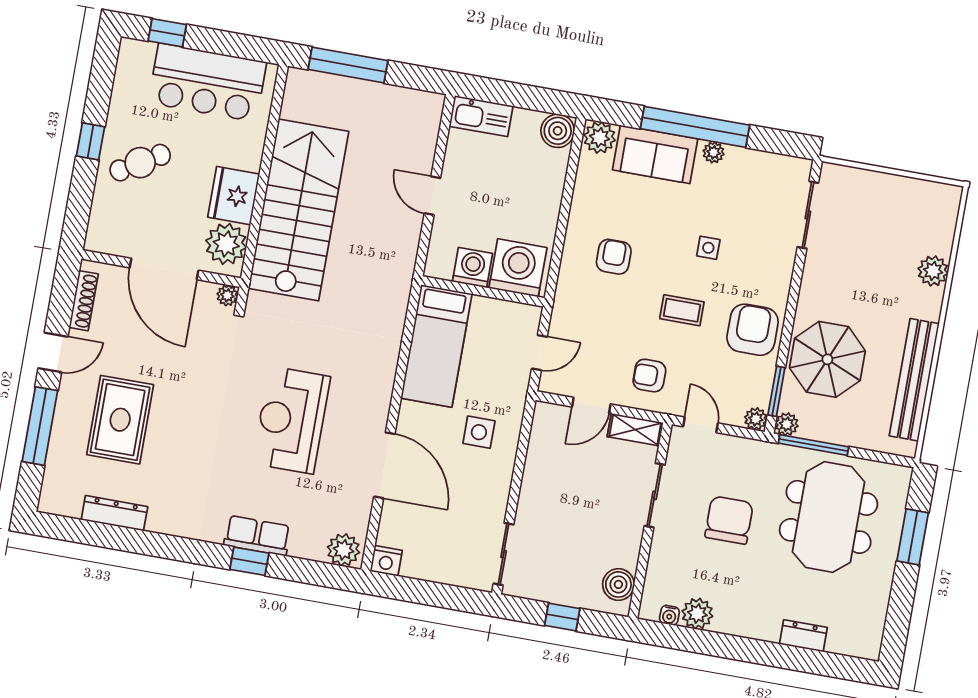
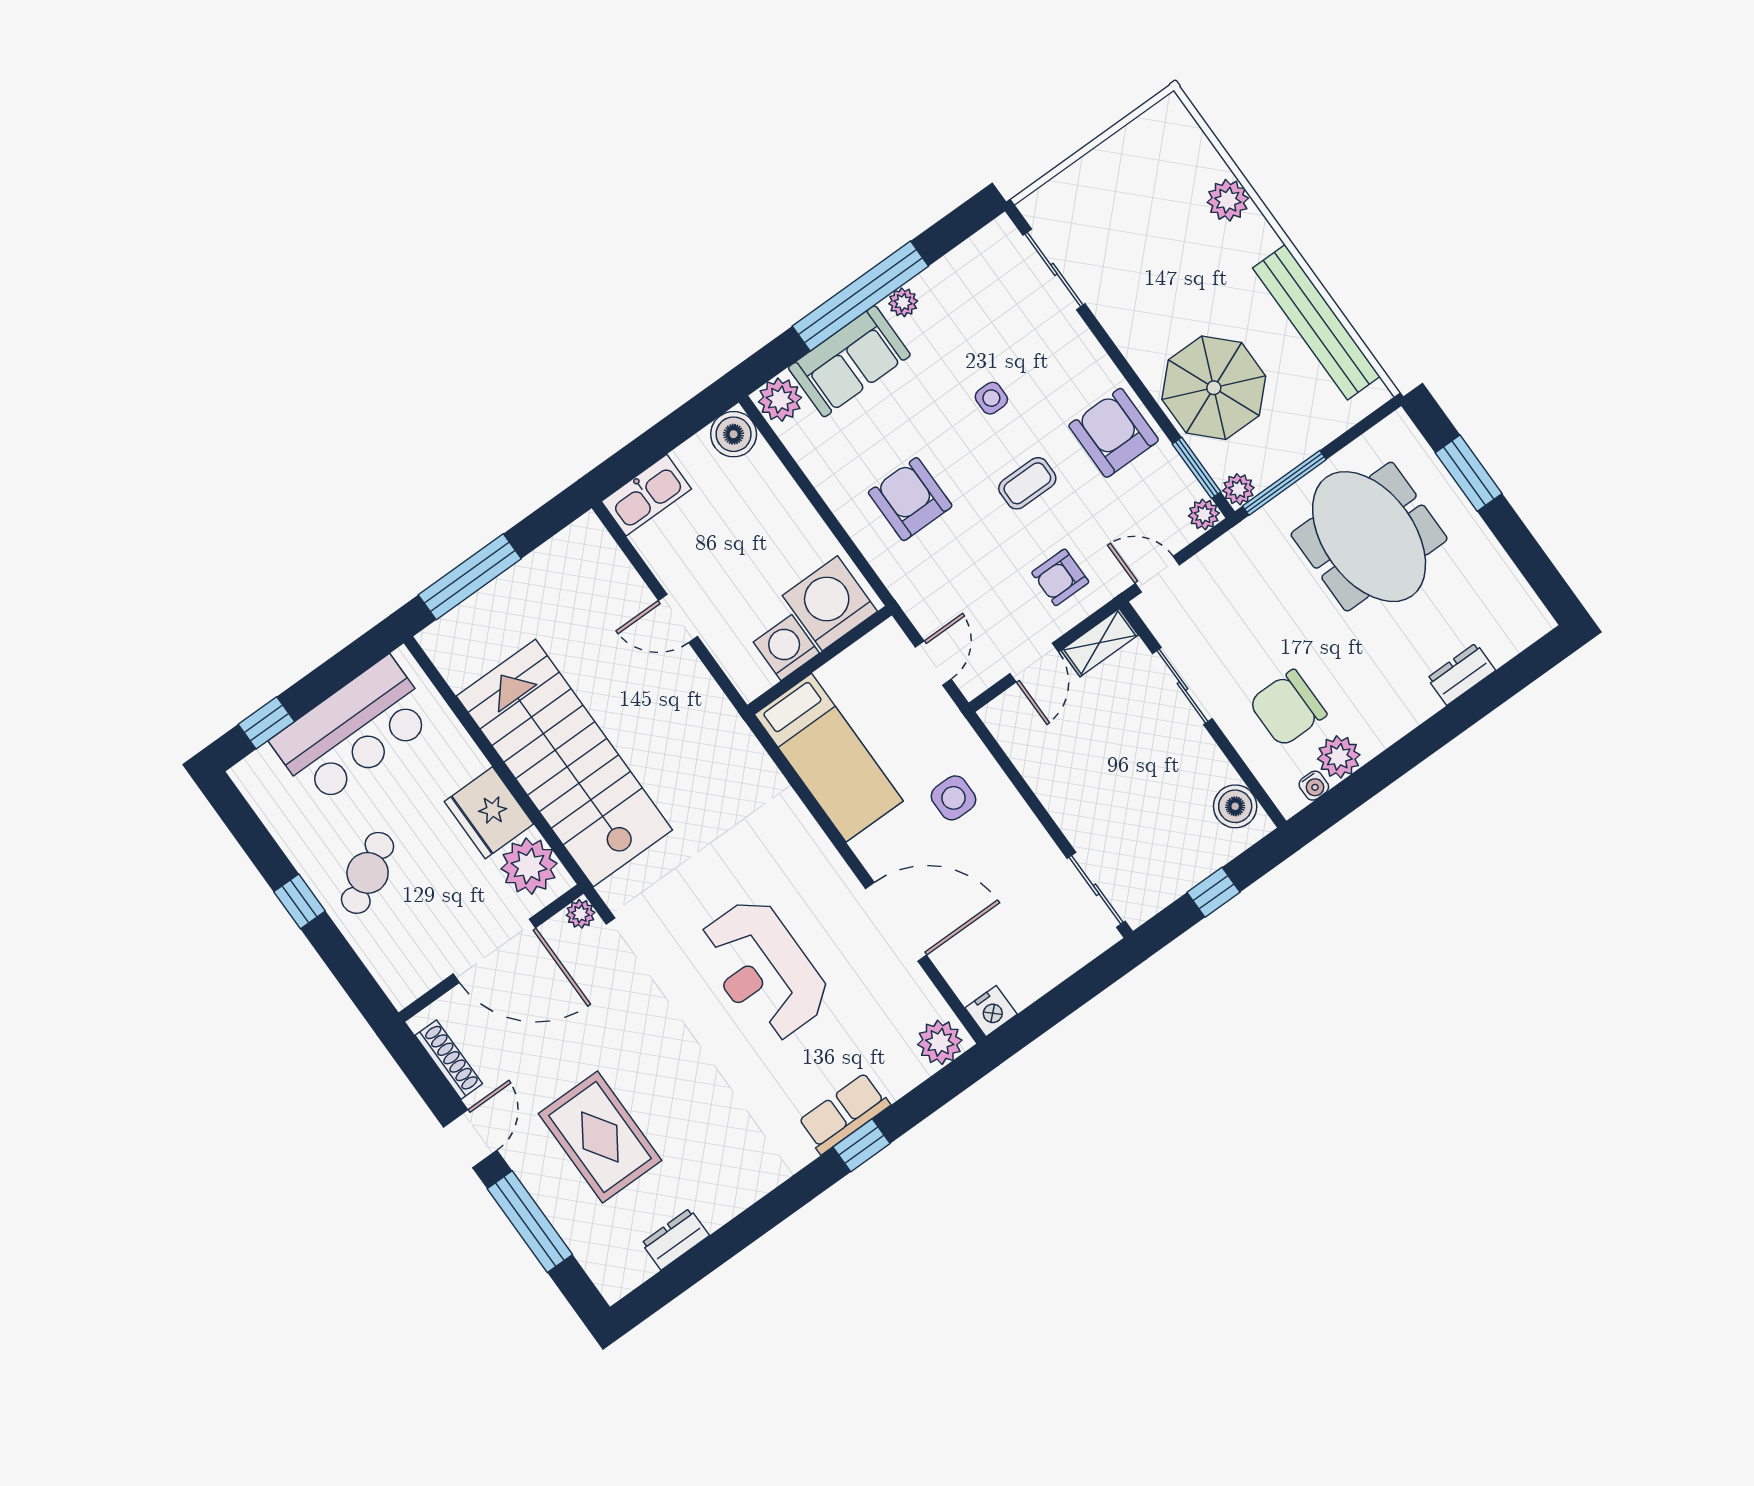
armchair: (614, 257) -> (910, 499), width x1.38, depth x1.38
dresser: (114, 513) -> (675, 1239), width x0.70
chair: (729, 520) -> (1288, 708), moved, turned -90

